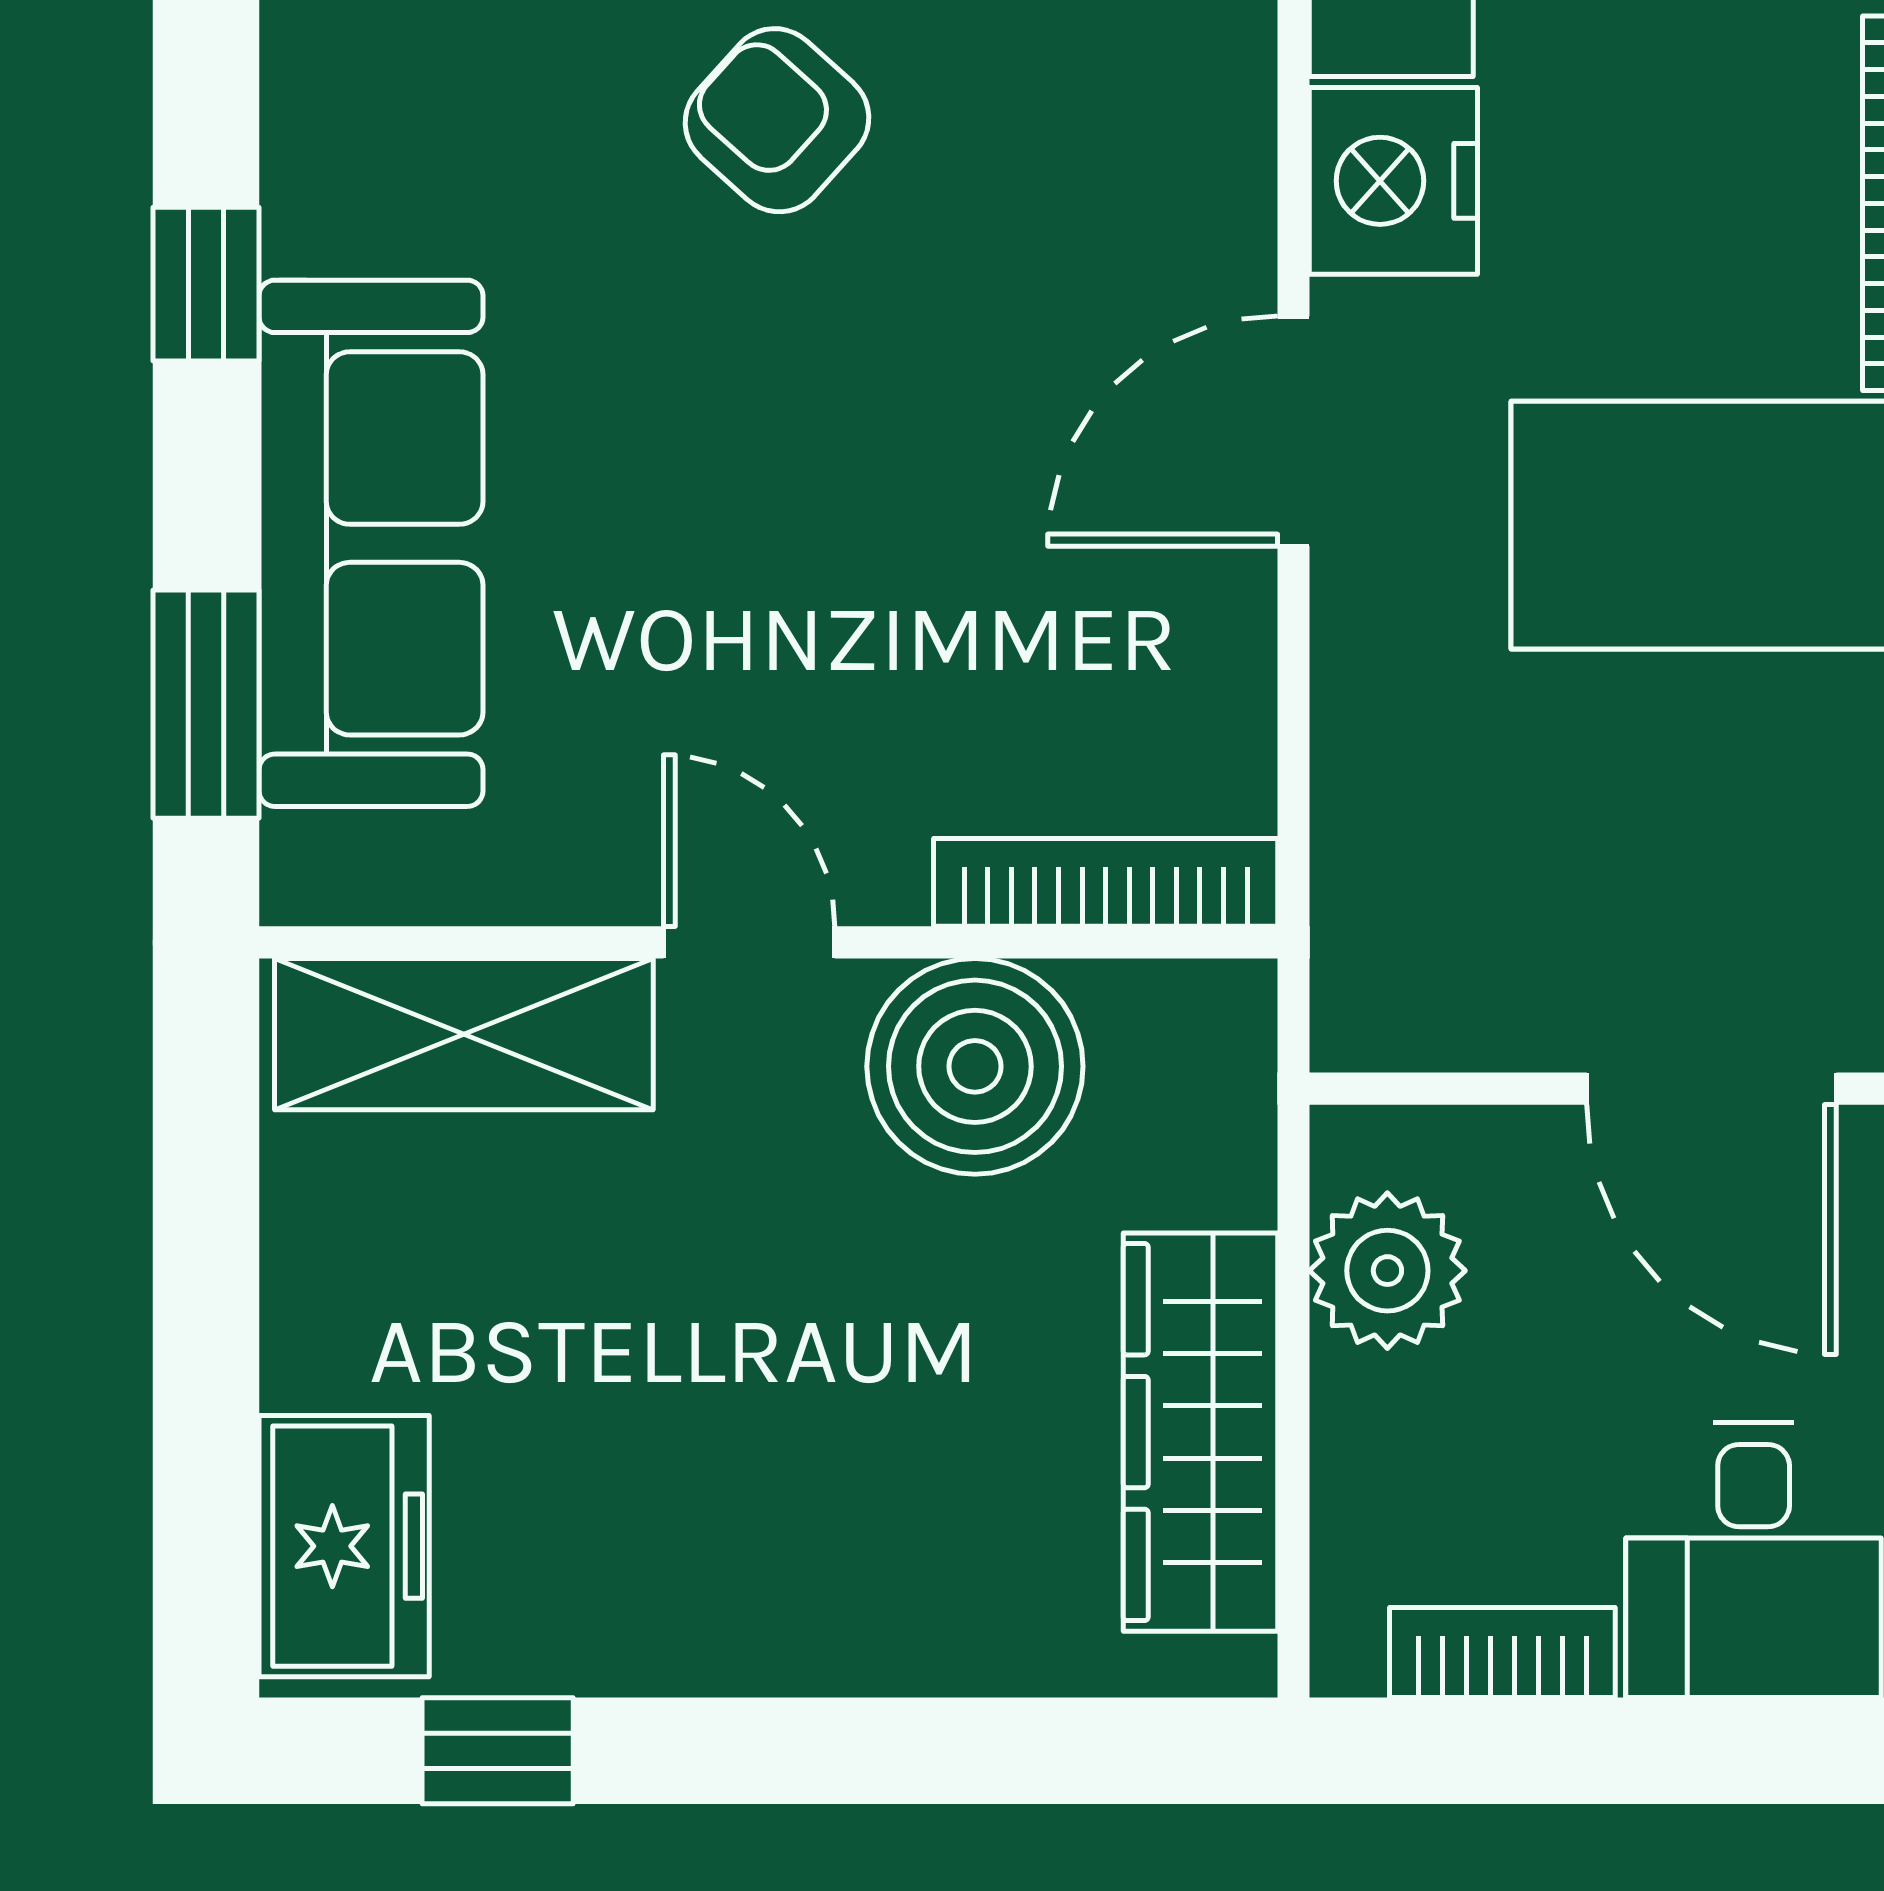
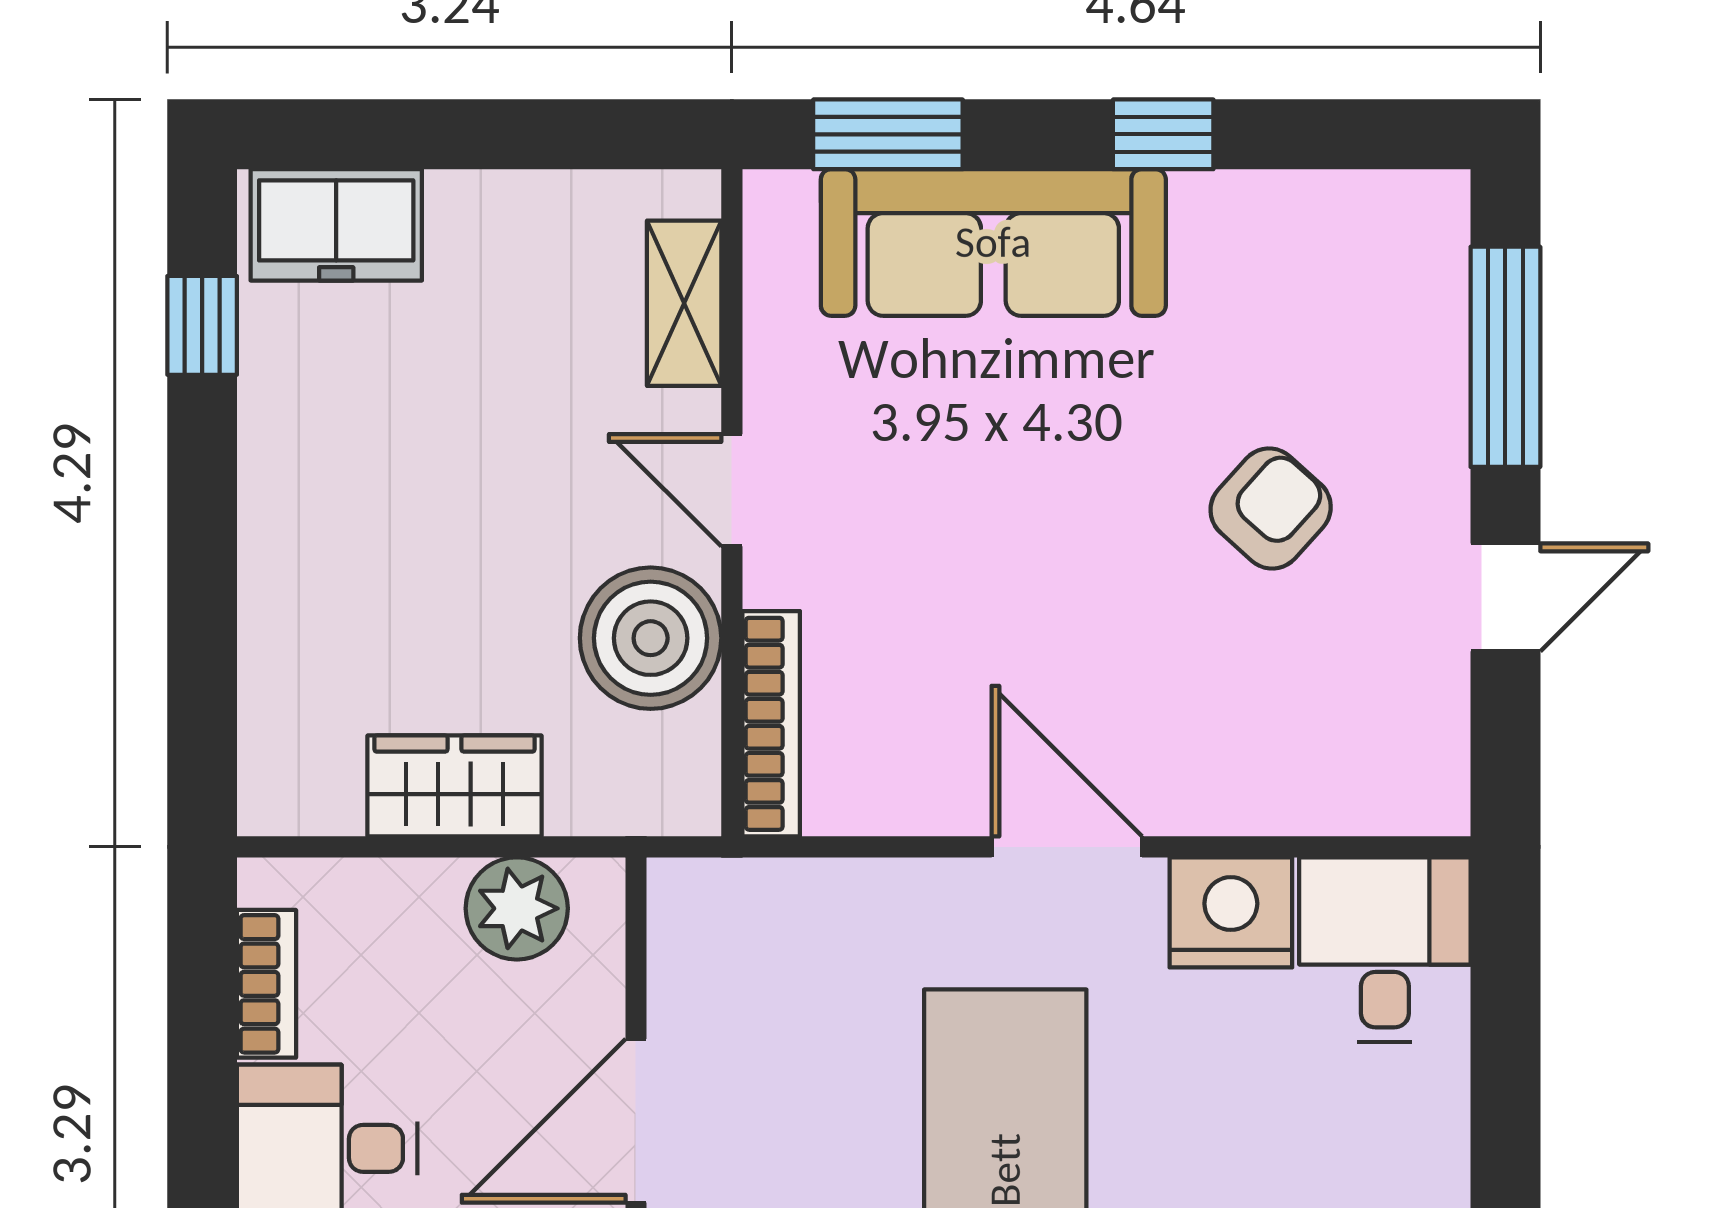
door: (749, 942) -> (732, 490), swing flipped
shelving: (464, 1034) -> (684, 303), width x0.67, depth x0.75
wardrobe: (1200, 1432) -> (454, 786), width x0.67

